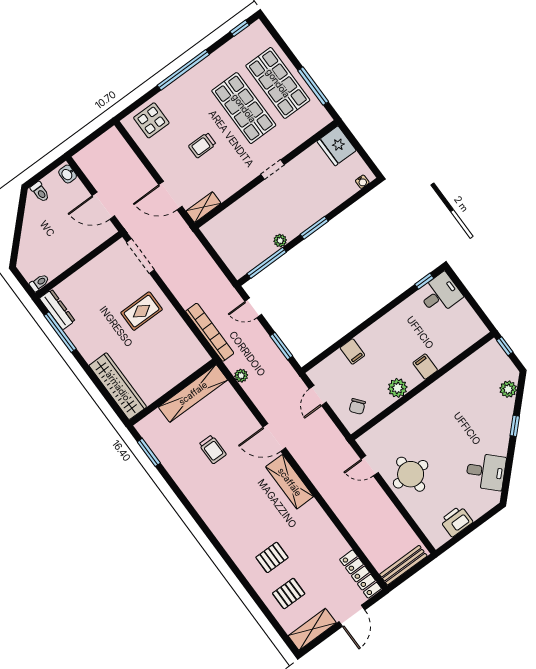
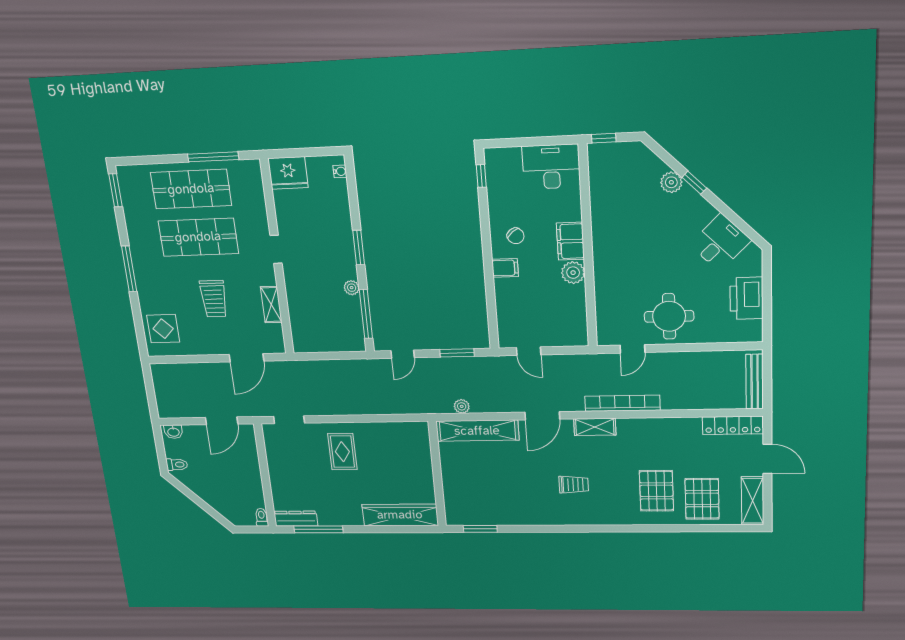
window: (240, 28) -> (116, 190), width x1.50
window: (183, 70) -> (129, 269), width x0.68
trolley: (202, 145) -> (214, 299), width x1.36, depth x1.39
shelving: (204, 207) -> (271, 305), moved
doorway: (140, 256) -> (289, 420), width x0.73
desk: (440, 294) -> (551, 167), moved, width x1.37
bookcase: (210, 332) -> (622, 403), moved
filing cabinet: (352, 351) -> (505, 268), moved
filing cabinet: (425, 367) -> (570, 241), width x2.00
plant: (508, 389) -> (671, 182), moved
shelving: (193, 393) -> (477, 431), moved, turned 90
chair: (357, 406) -> (516, 236), moved
trolley: (213, 449) -> (574, 485), moved
shelving: (290, 482) -> (595, 427), width x0.67, depth x0.75
printer: (456, 521) -> (746, 298), width x1.37, depth x1.19
pallet: (272, 557) -> (656, 491), width x1.50, depth x1.42
pallet: (289, 593) -> (702, 499), width x1.50, depth x1.42

